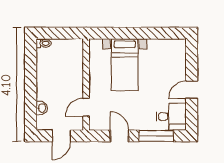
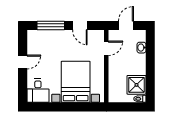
shower: (48, 61) -> (136, 85), added
bed with nightstands: (125, 65) -> (76, 82), width x1.36
desk: (171, 117) -> (38, 91), moved, turned -90

